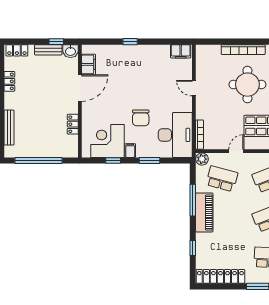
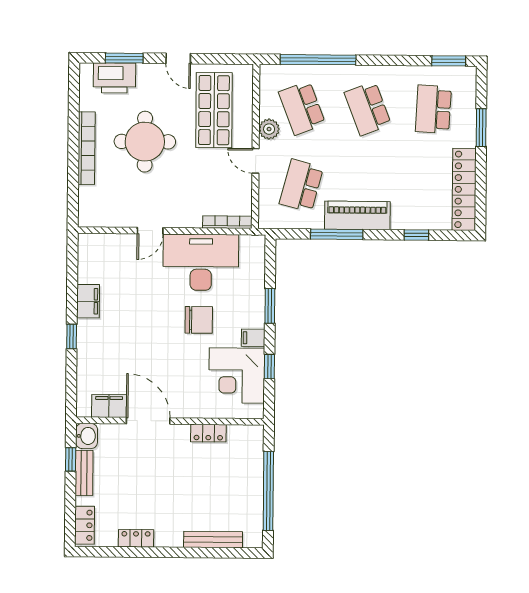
filing cabinet: (181, 51) -> (88, 301), moved
desk: (175, 135) -> (201, 262), moved
plant: (202, 159) -> (269, 129), moved

